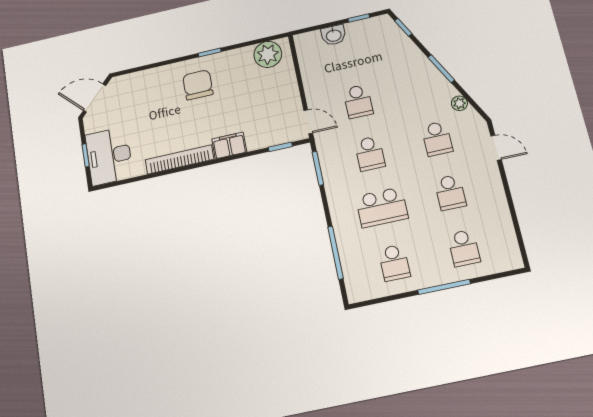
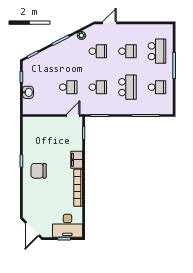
plant: (268, 54) -> (30, 130), removed
school desk: (464, 248) -> (157, 51), width x1.85

